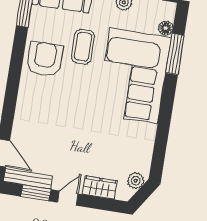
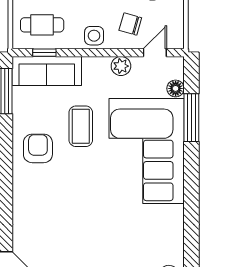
armchair: (45, 59) -> (38, 148), width x0.73, depth x0.73

